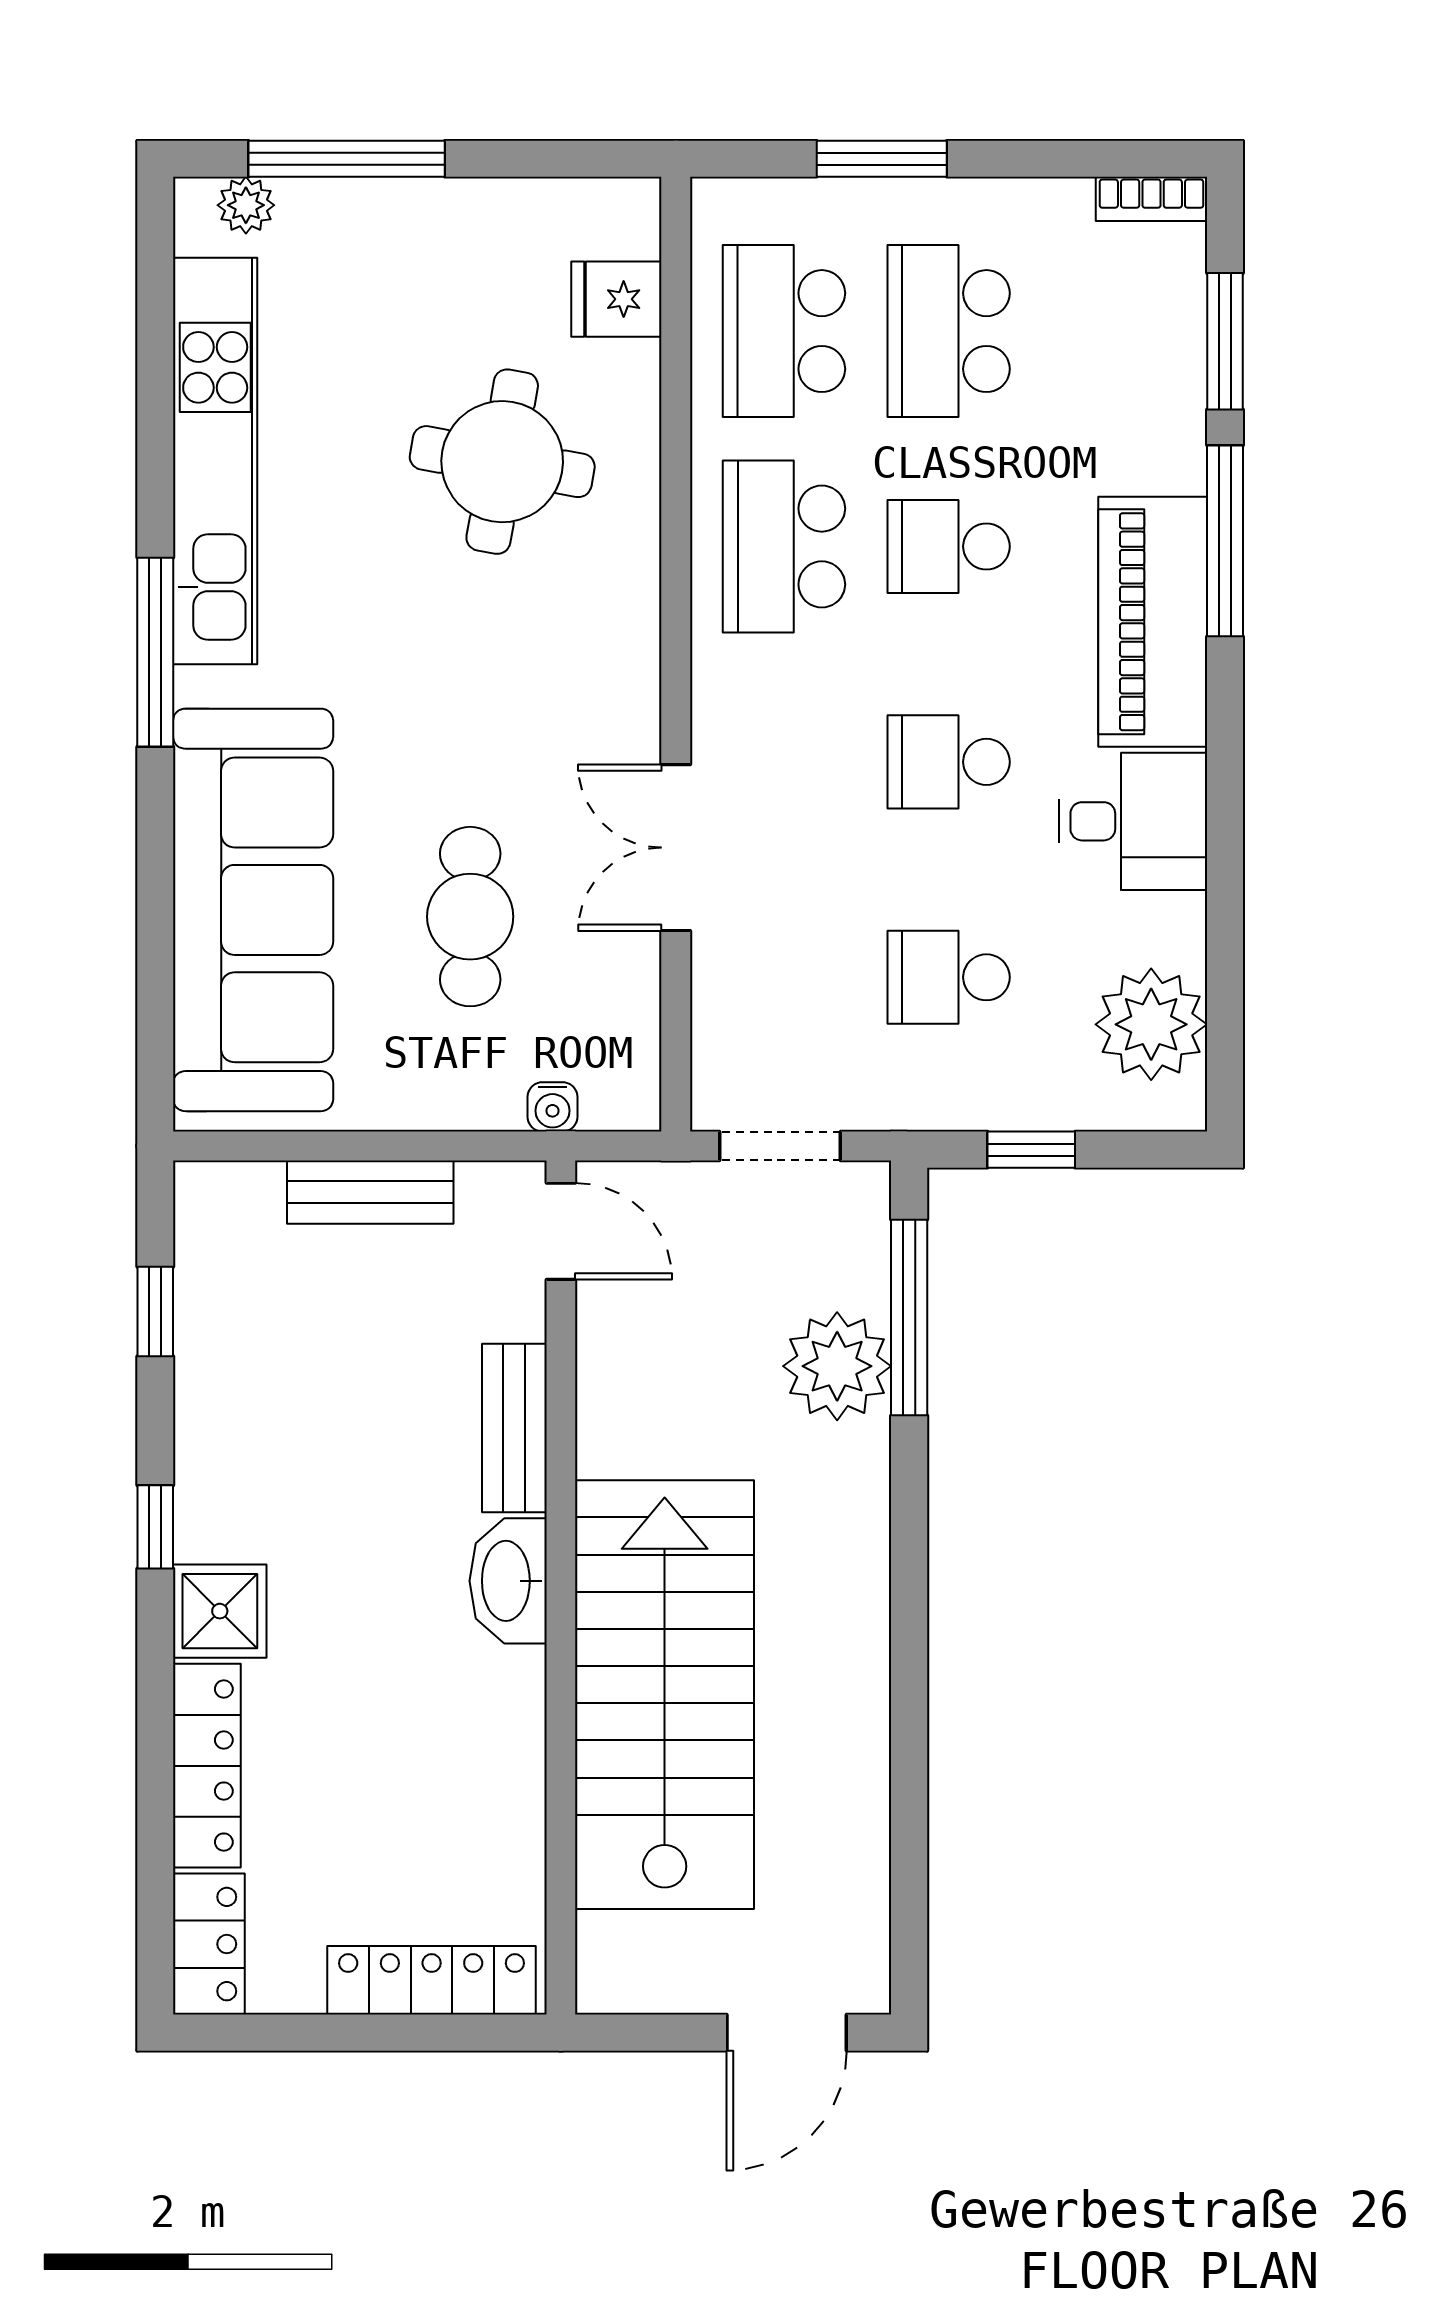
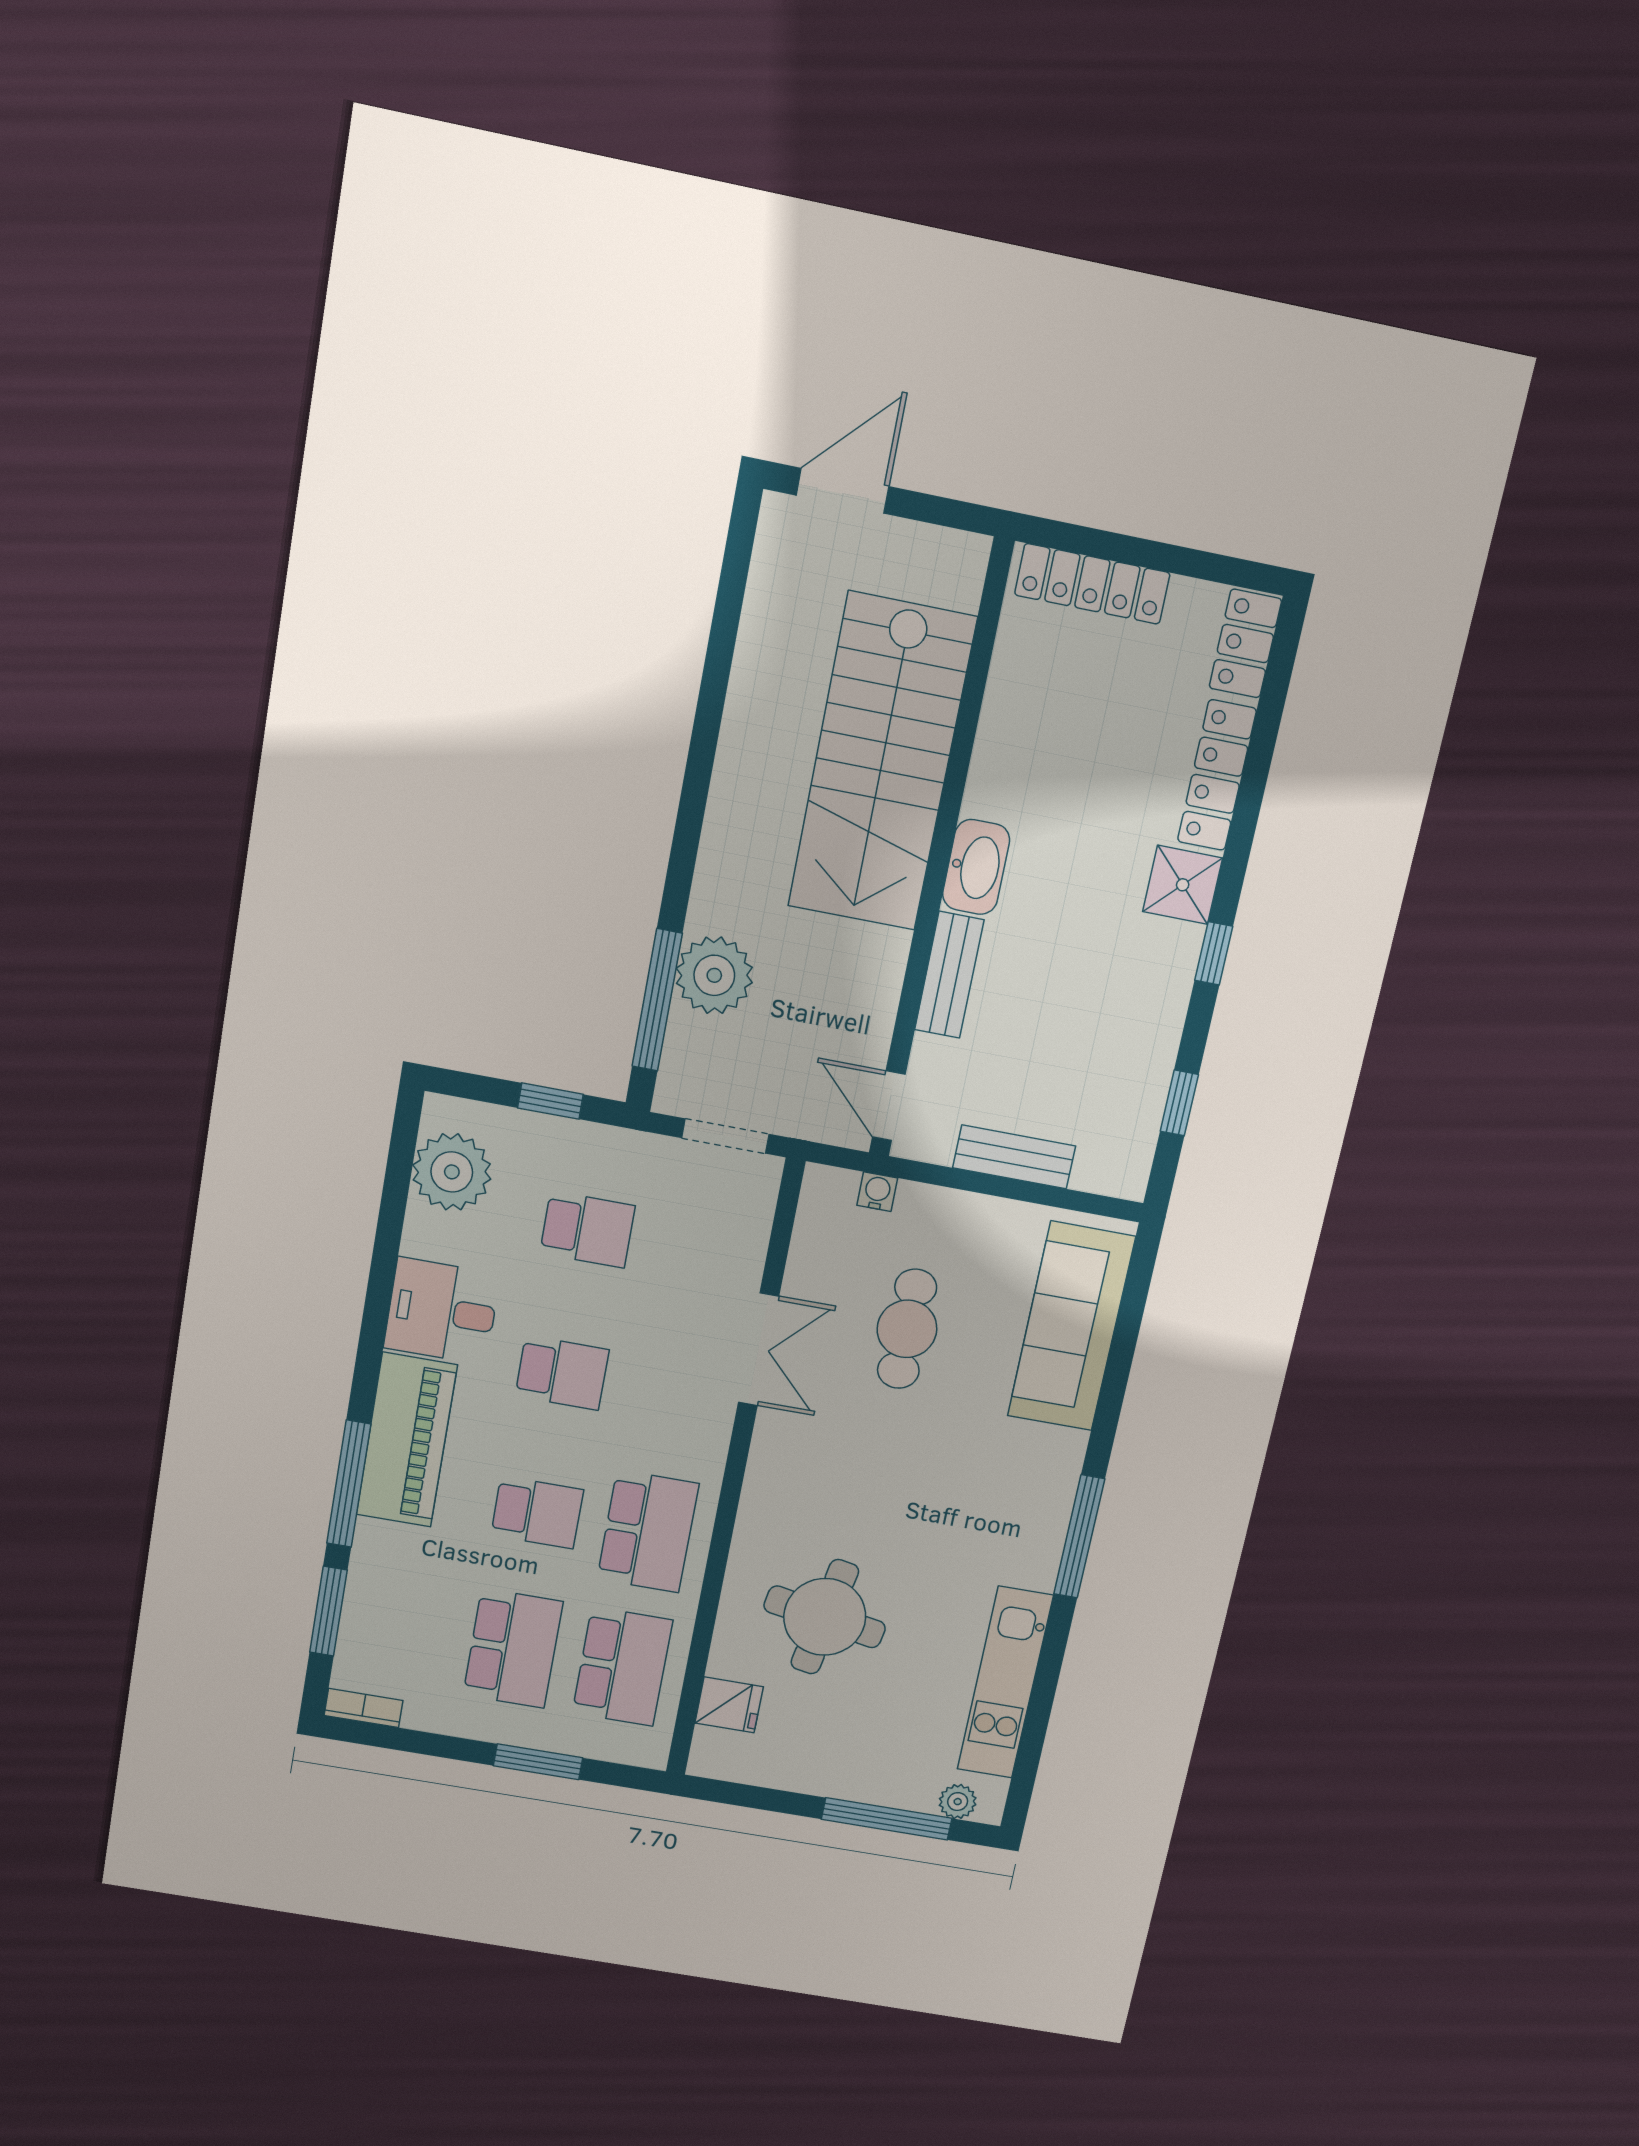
kitchen unit: (215, 461) -> (1005, 1683), width x0.73
sofa: (253, 910) -> (1071, 1327), width x0.74, depth x0.79

